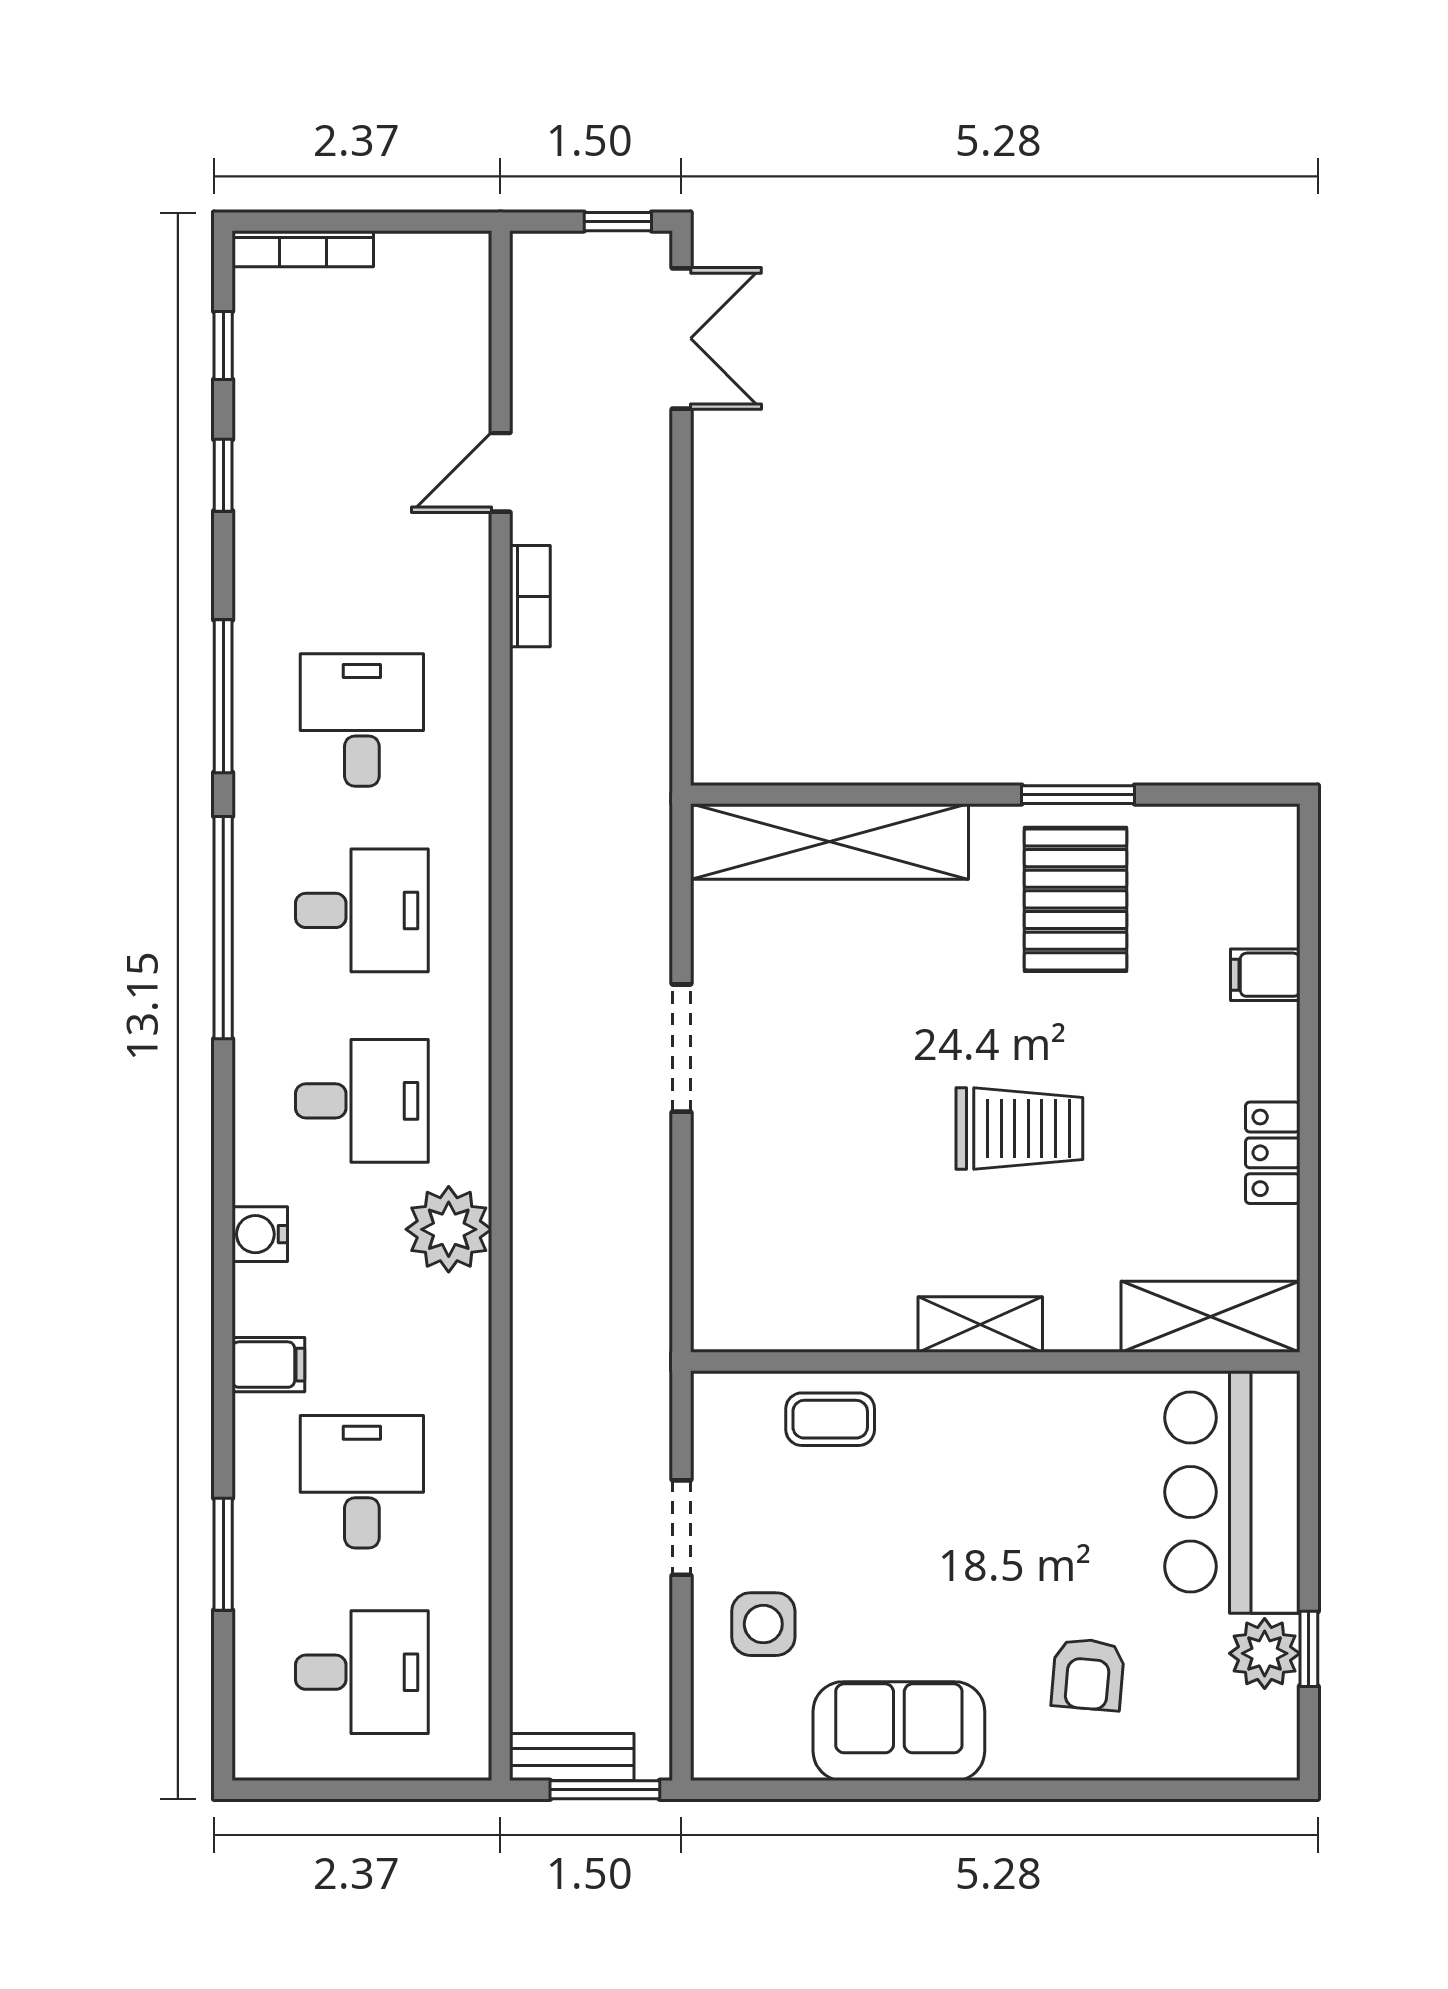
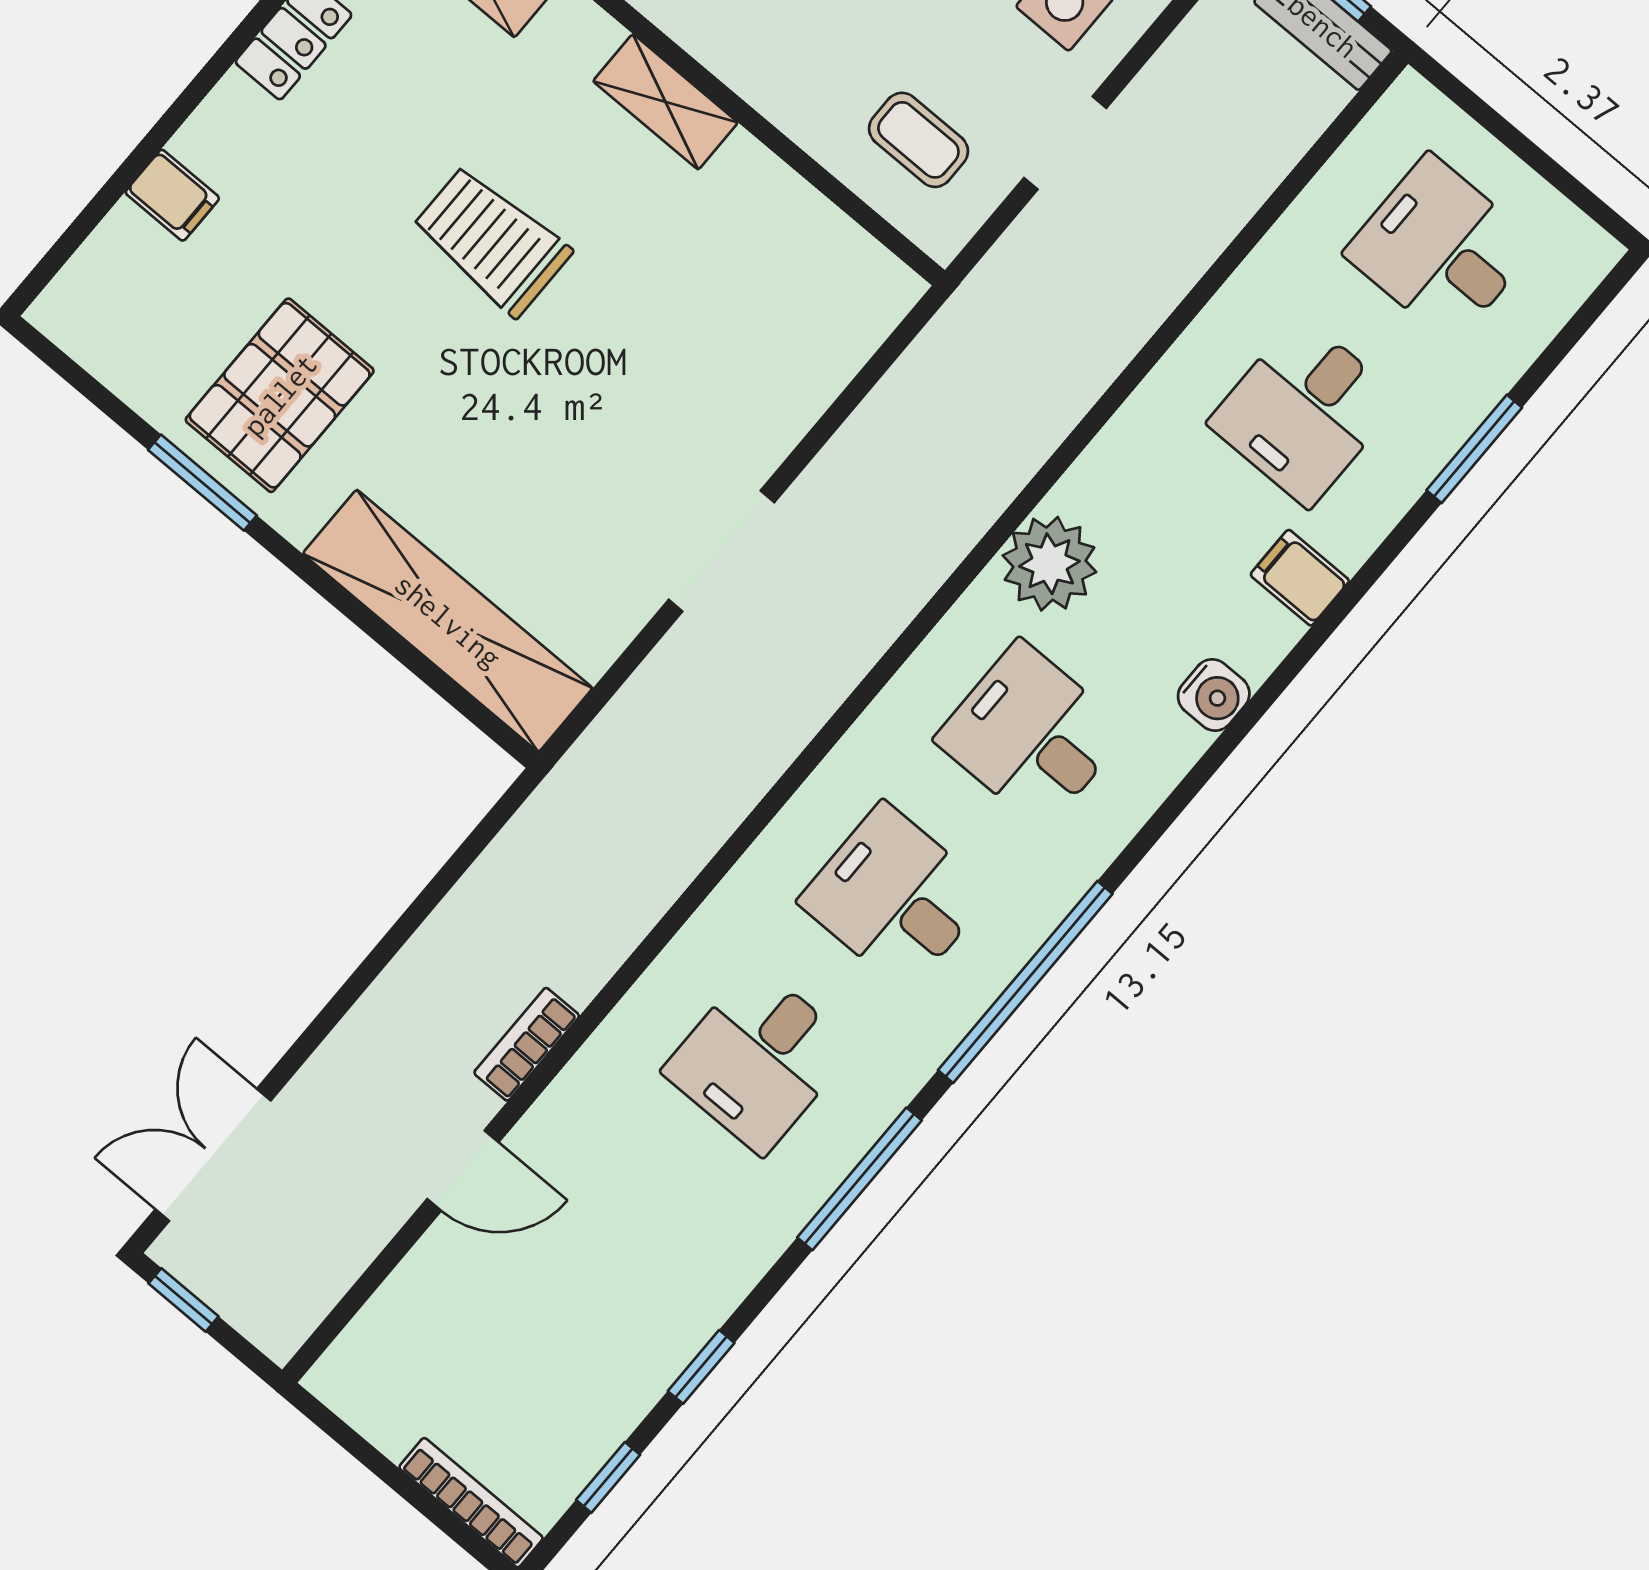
coffee table: (830, 1419) -> (918, 140), moved

